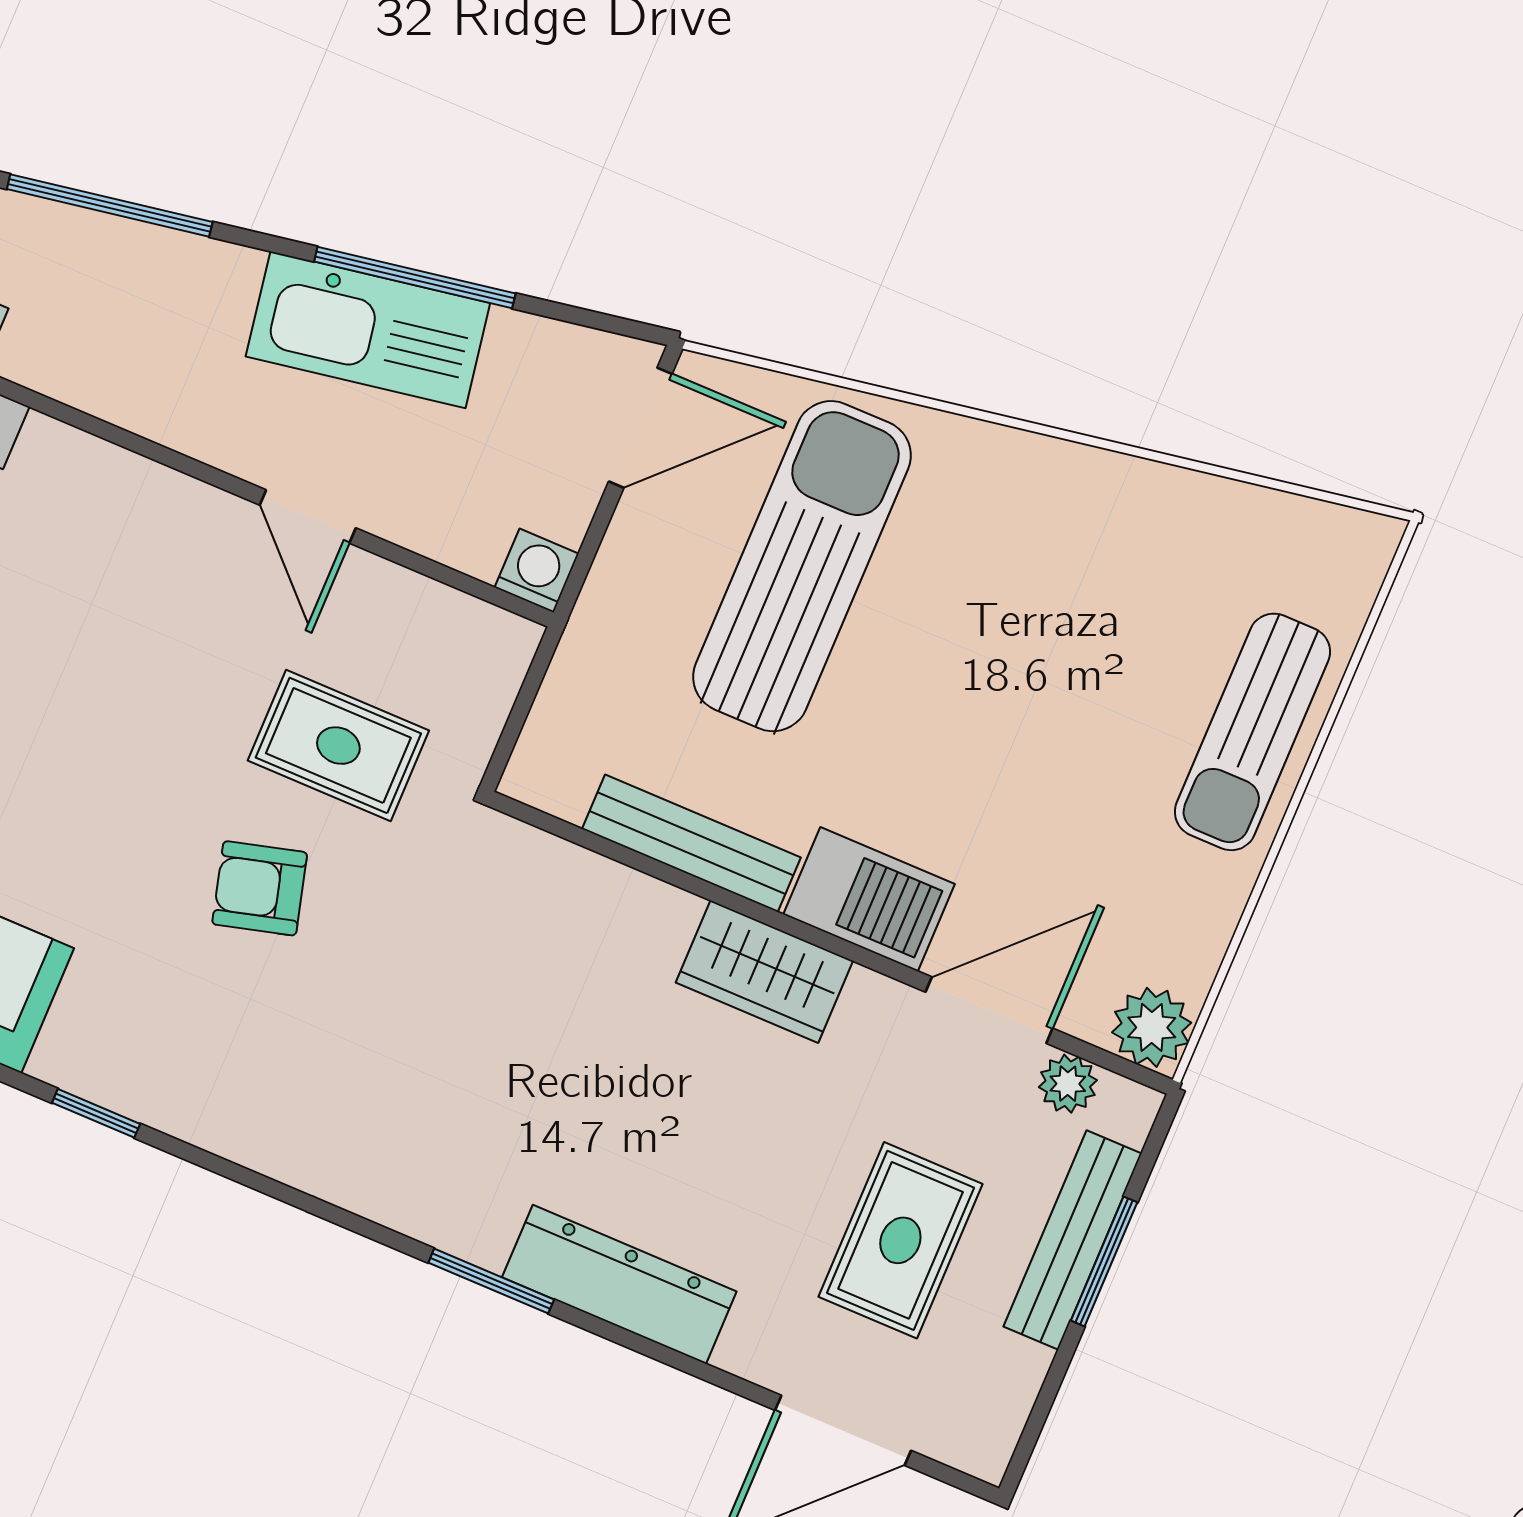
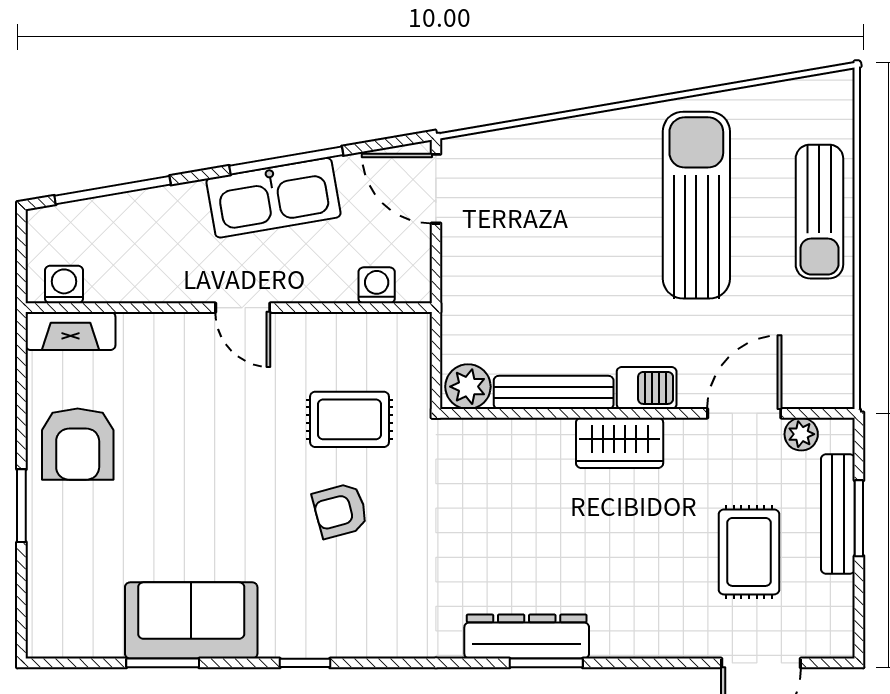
door: (640, 428) -> (436, 189), swing flipped
door: (308, 517) -> (243, 308), moved
sun lounger: (802, 566) -> (696, 205), moved
washing machine: (537, 571) -> (377, 285), moved
barbecue: (869, 899) -> (647, 388), width x0.73, depth x0.79
plant: (1152, 1027) -> (468, 387), moved
dresser: (619, 1284) -> (527, 636), moved

